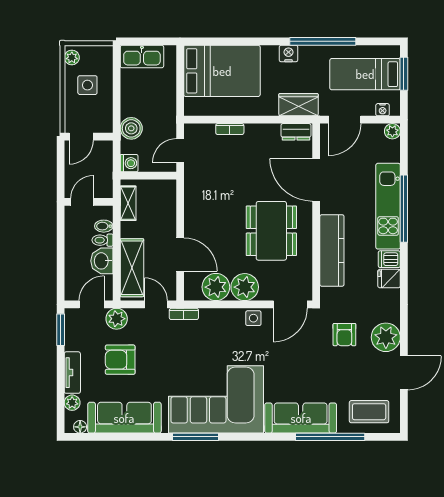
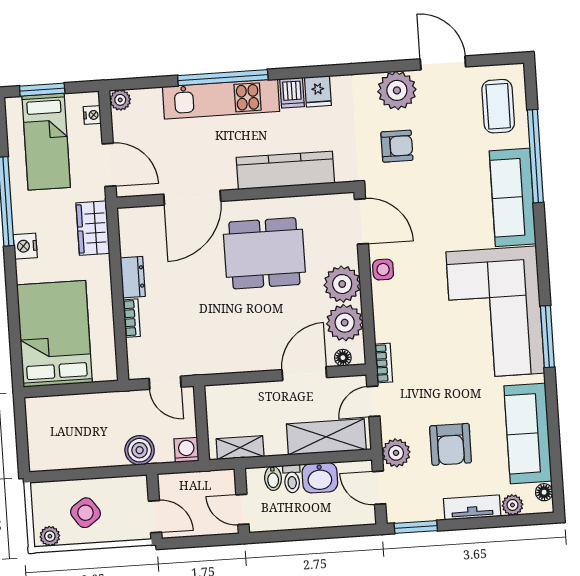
kitchen sink: (142, 57) -> (42, 442), removed
side table: (87, 85) -> (85, 513), turned -35
dresser: (296, 132) -> (133, 277), moved
floor lamp: (190, 284) -> (343, 358), added

